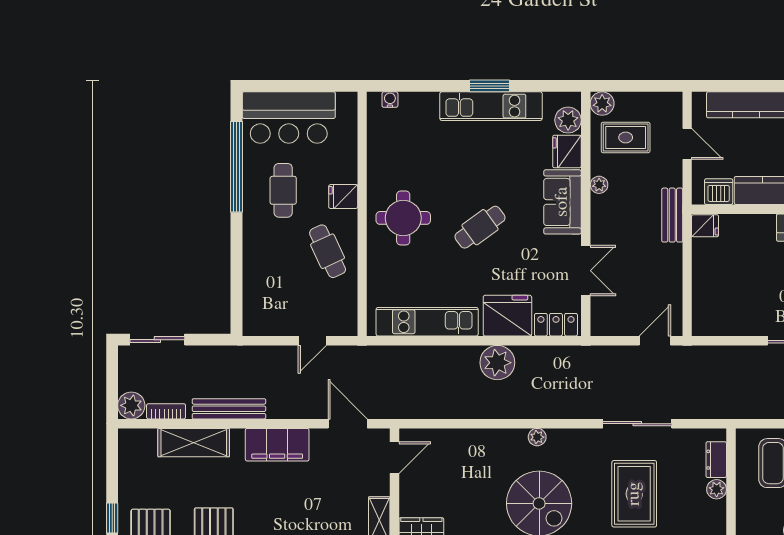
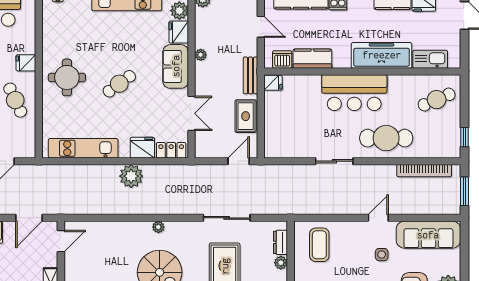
rug: (626, 137) -> (246, 116), moved, turned 90
fridge: (507, 316) -> (142, 148), width x0.73, depth x0.75
door: (348, 424) -> (29, 218), swing flipped

